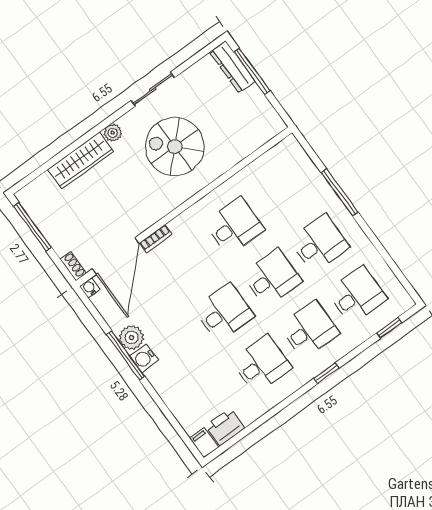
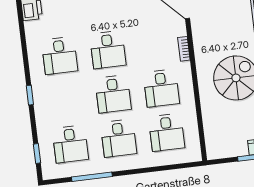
window: (340, 192) -> (92, 177), moved
bookcase: (156, 239) -> (184, 49), moved
desk: (309, 330) -> (167, 132), moved

